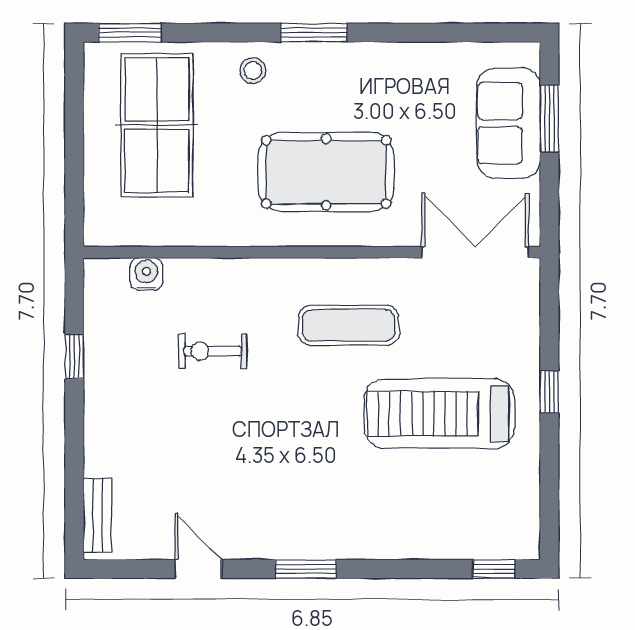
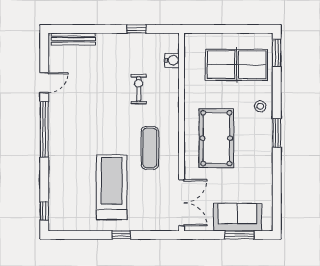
bench: (97, 515) -> (73, 39), width x1.36
window: (306, 569) -> (44, 129), width x2.11

